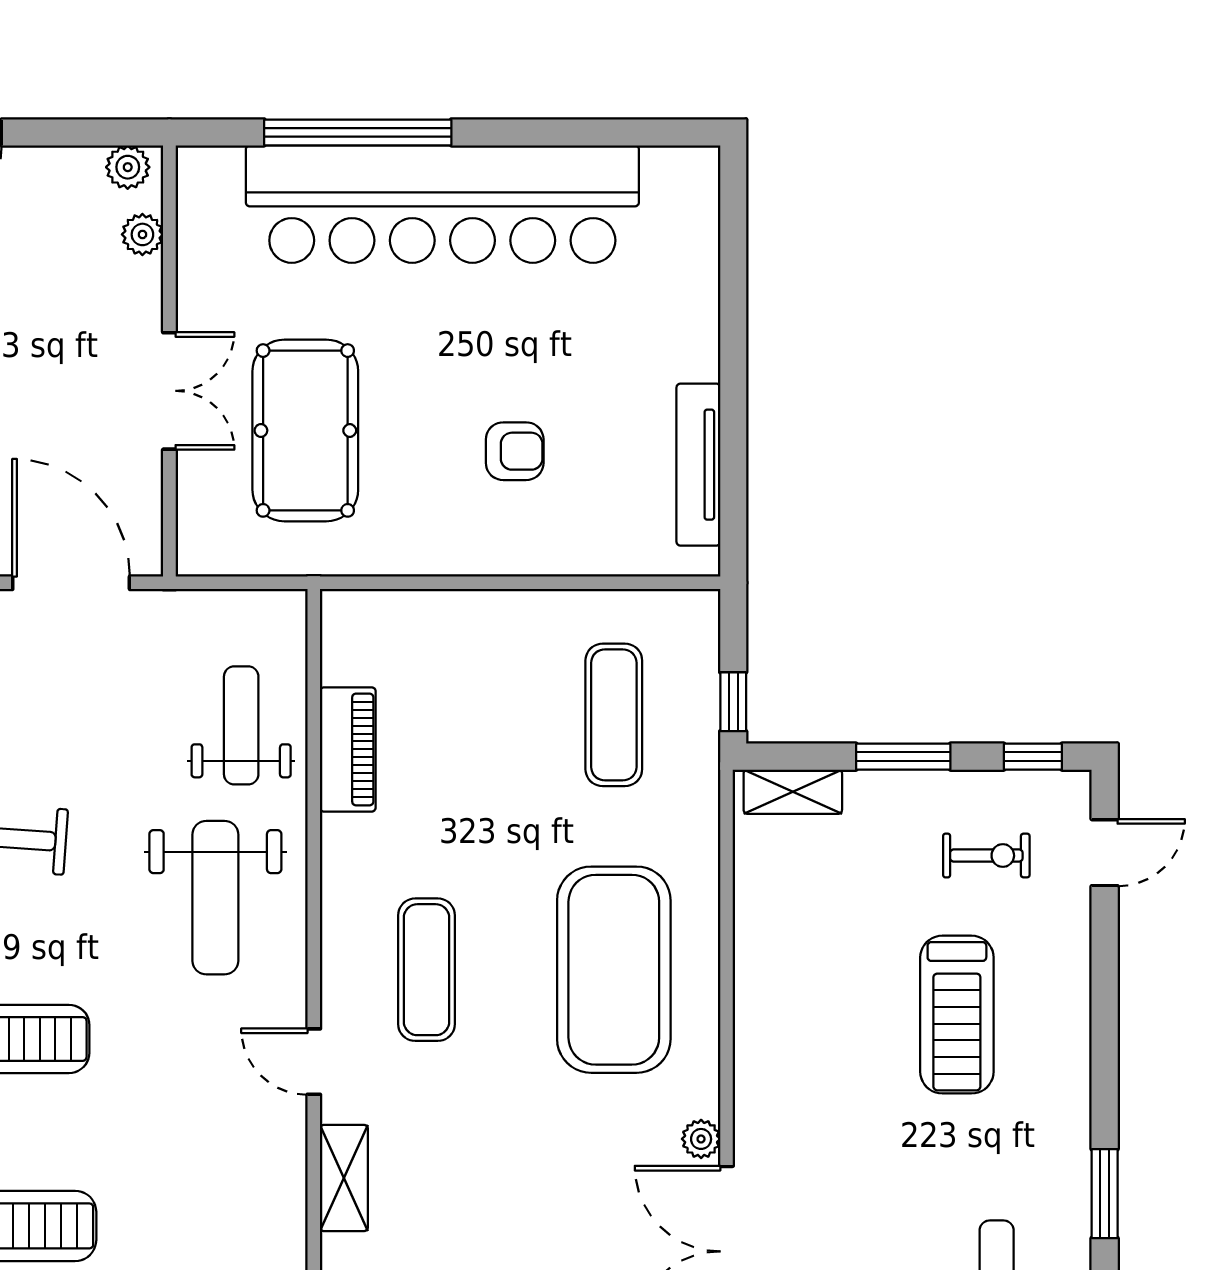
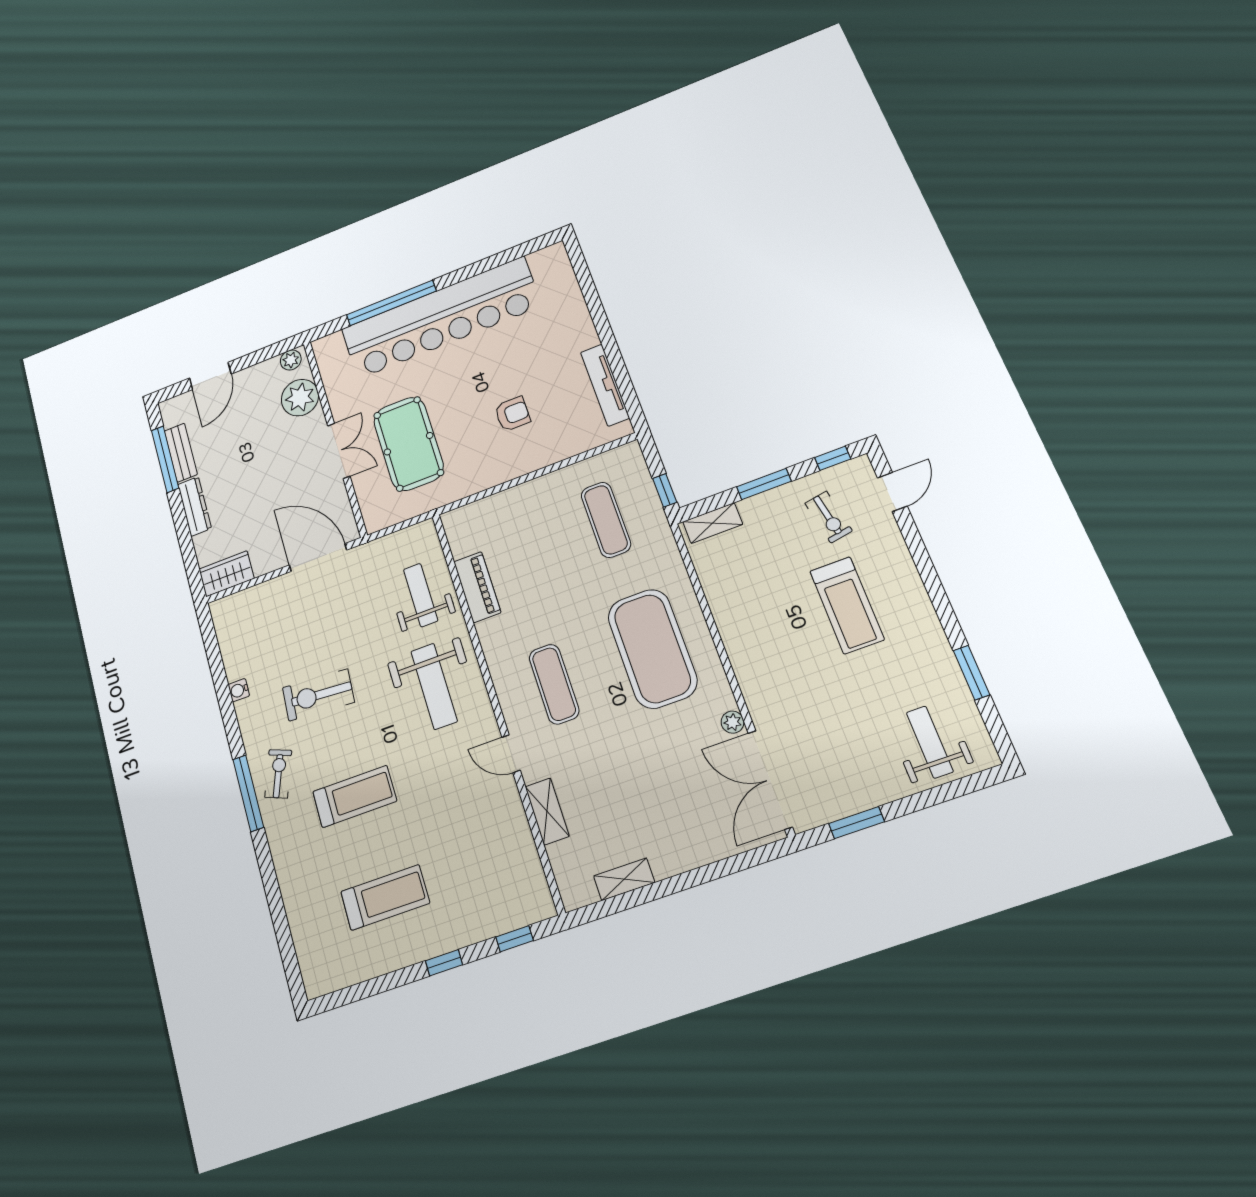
plant: (142, 234) -> (300, 398), width x1.88, depth x1.88
exercise bike: (986, 856) -> (829, 517), turned 80

